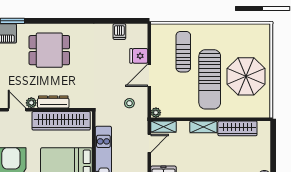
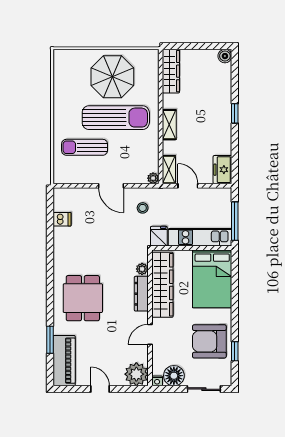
fridge: (139, 56) -> (159, 236), moved, turned 180
plant: (31, 103) -> (142, 269), moved
wardrobe: (237, 128) -> (171, 71), moved

